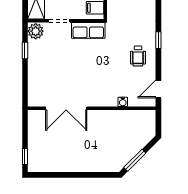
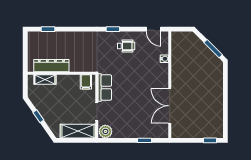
window: (25, 50) -> (145, 140), moved
double door: (66, 108) -> (170, 106), swing flipped

